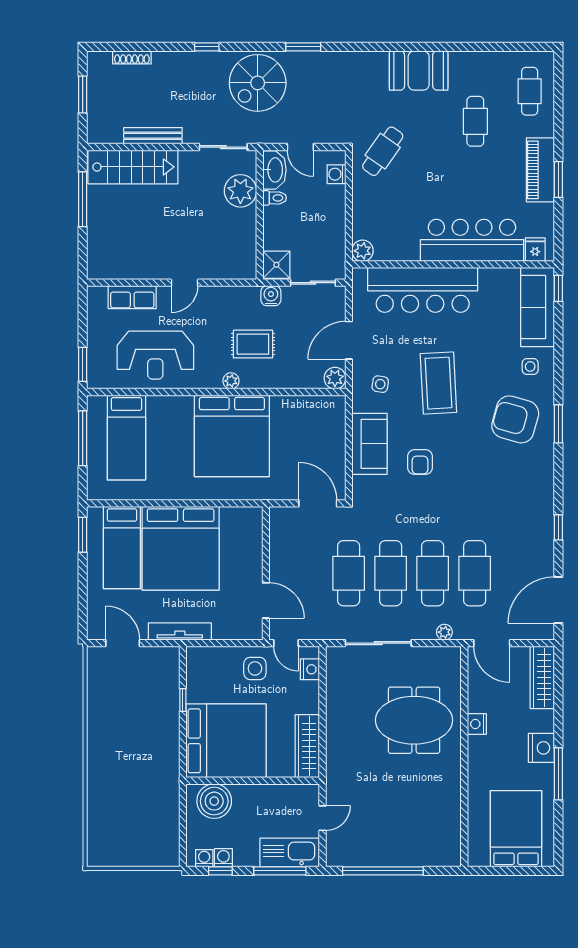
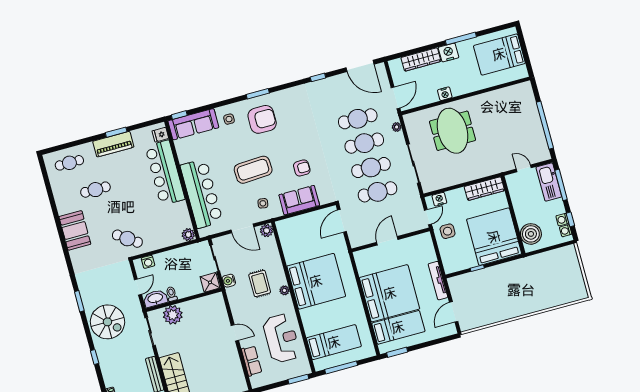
armchair: (515, 419) -> (262, 119), turned -106
door: (266, 600) -> (387, 241), moved
wardrobe: (542, 677) -> (421, 59), moved

